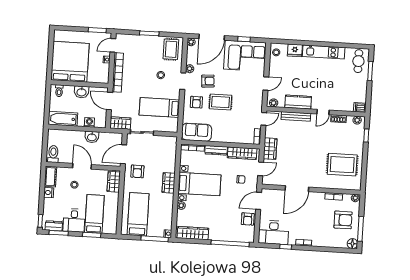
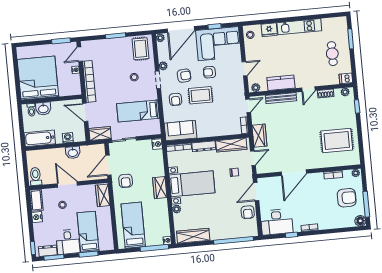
cafe table: (358, 61) -> (332, 54), moved
armchair: (232, 82) -> (209, 72), added
washbasin: (81, 92) -> (43, 109), moved
nightstand: (173, 142) -> (157, 144), added

